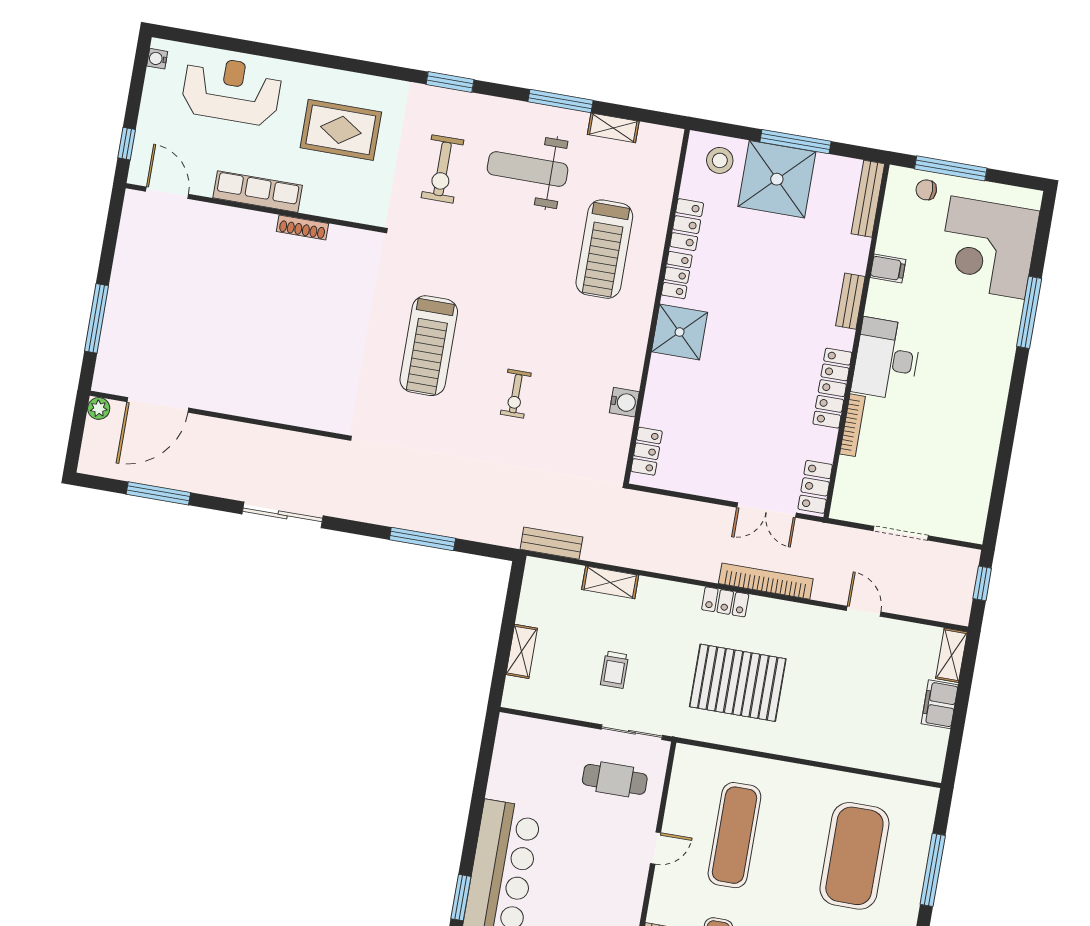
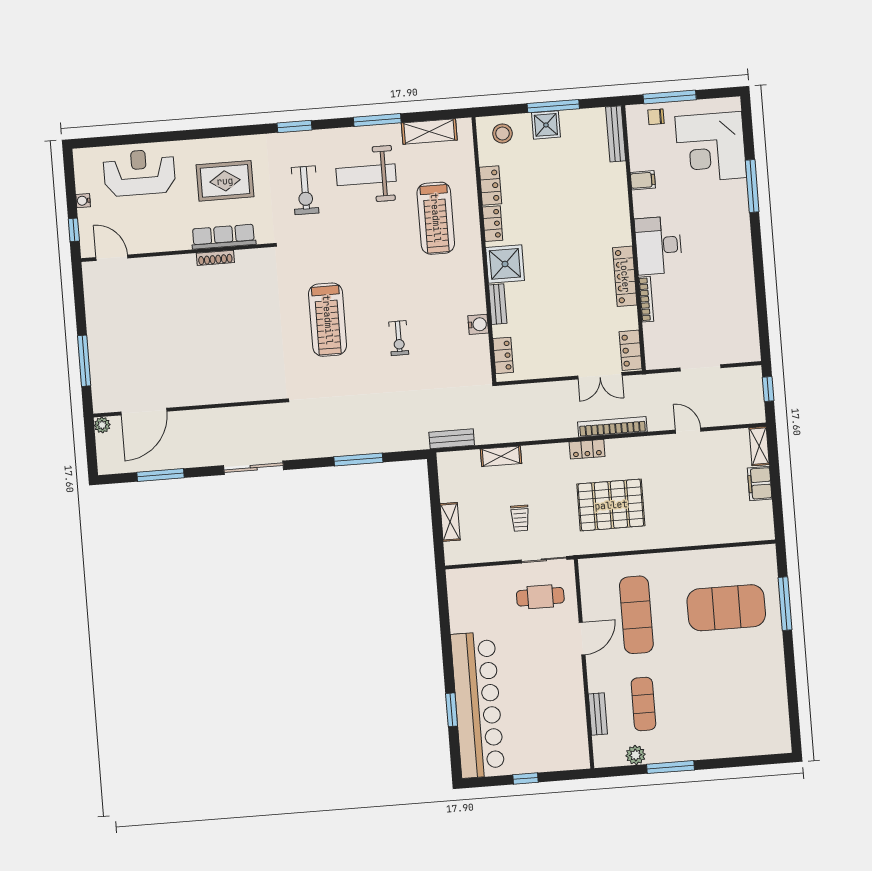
water cooler: (157, 59) -> (83, 201), moved
shelving: (613, 128) -> (429, 132), width x1.50, depth x1.33
shower: (777, 179) -> (546, 125), width x0.54, depth x0.54
row of seats: (258, 192) -> (223, 237), moved
bench: (850, 301) -> (498, 304), moved
door: (655, 848) -> (582, 639), width x1.37
exercise mat: (854, 856) -> (726, 608), turned 90

